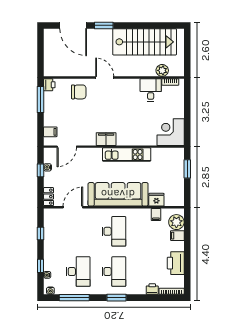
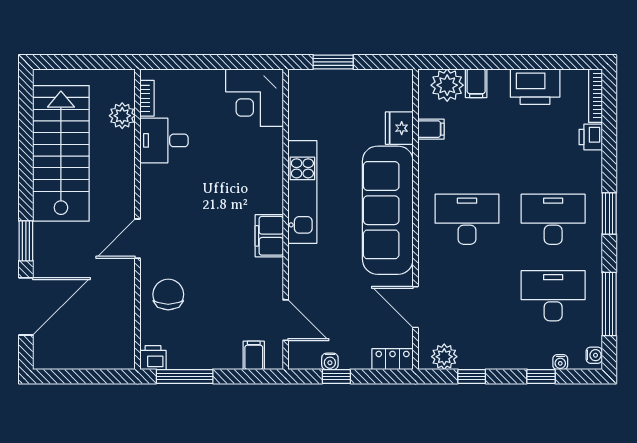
plant: (50, 221) -> (444, 357), added

